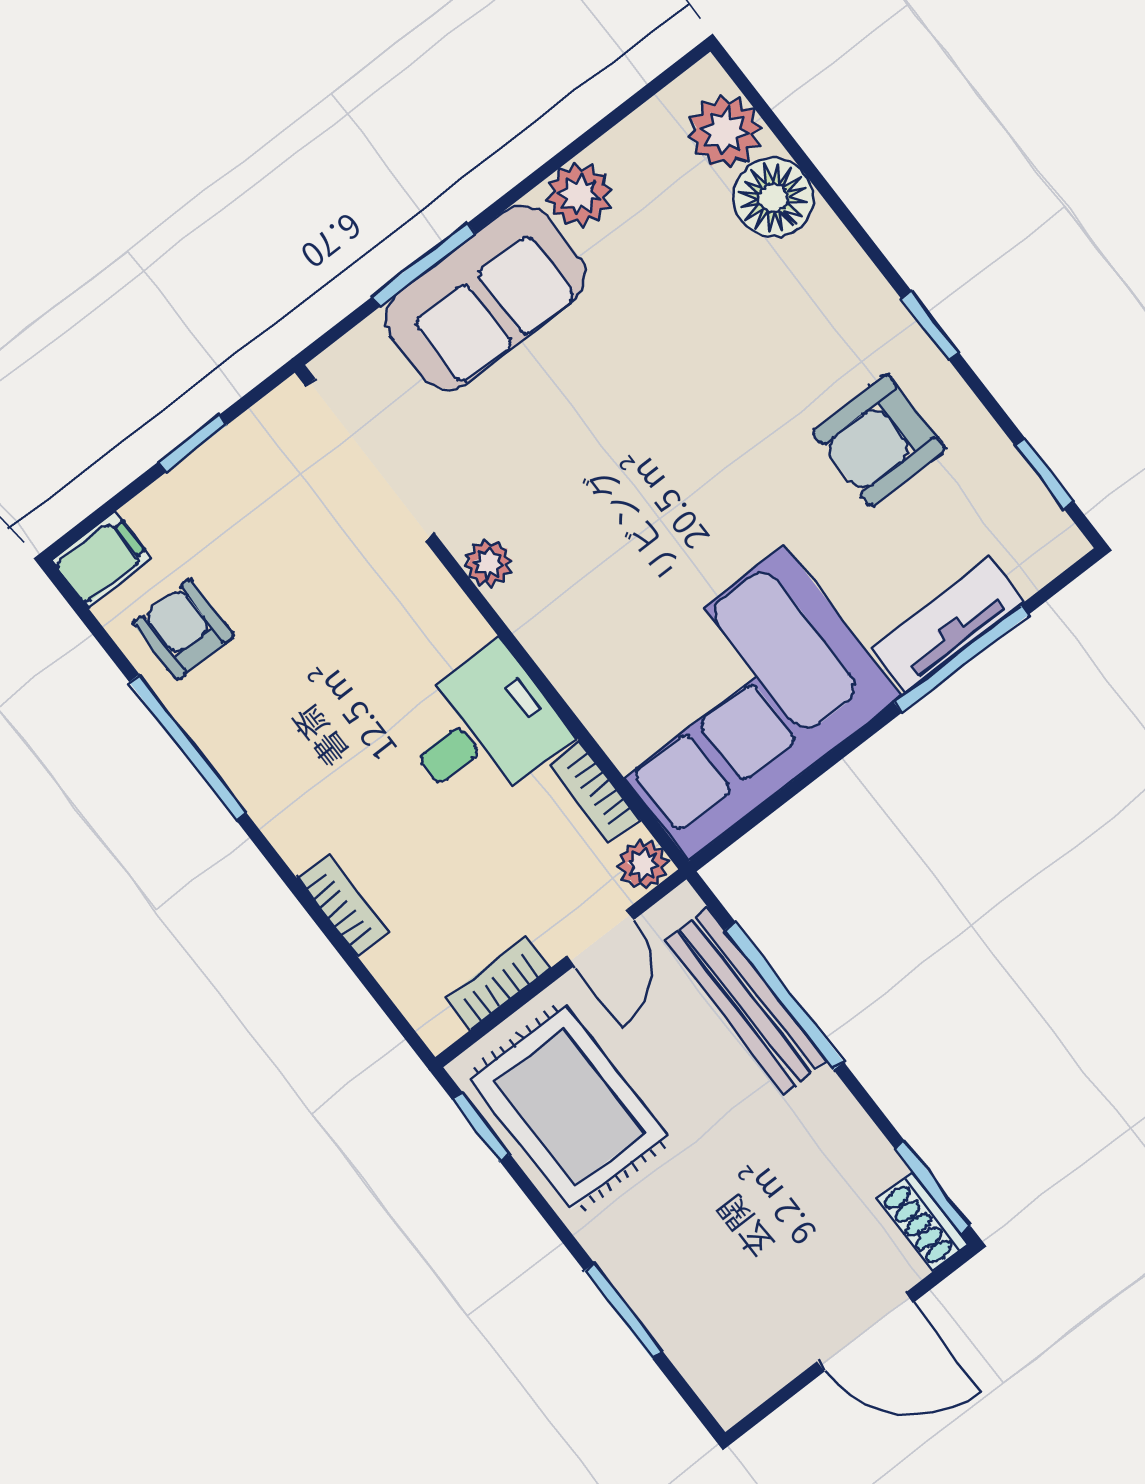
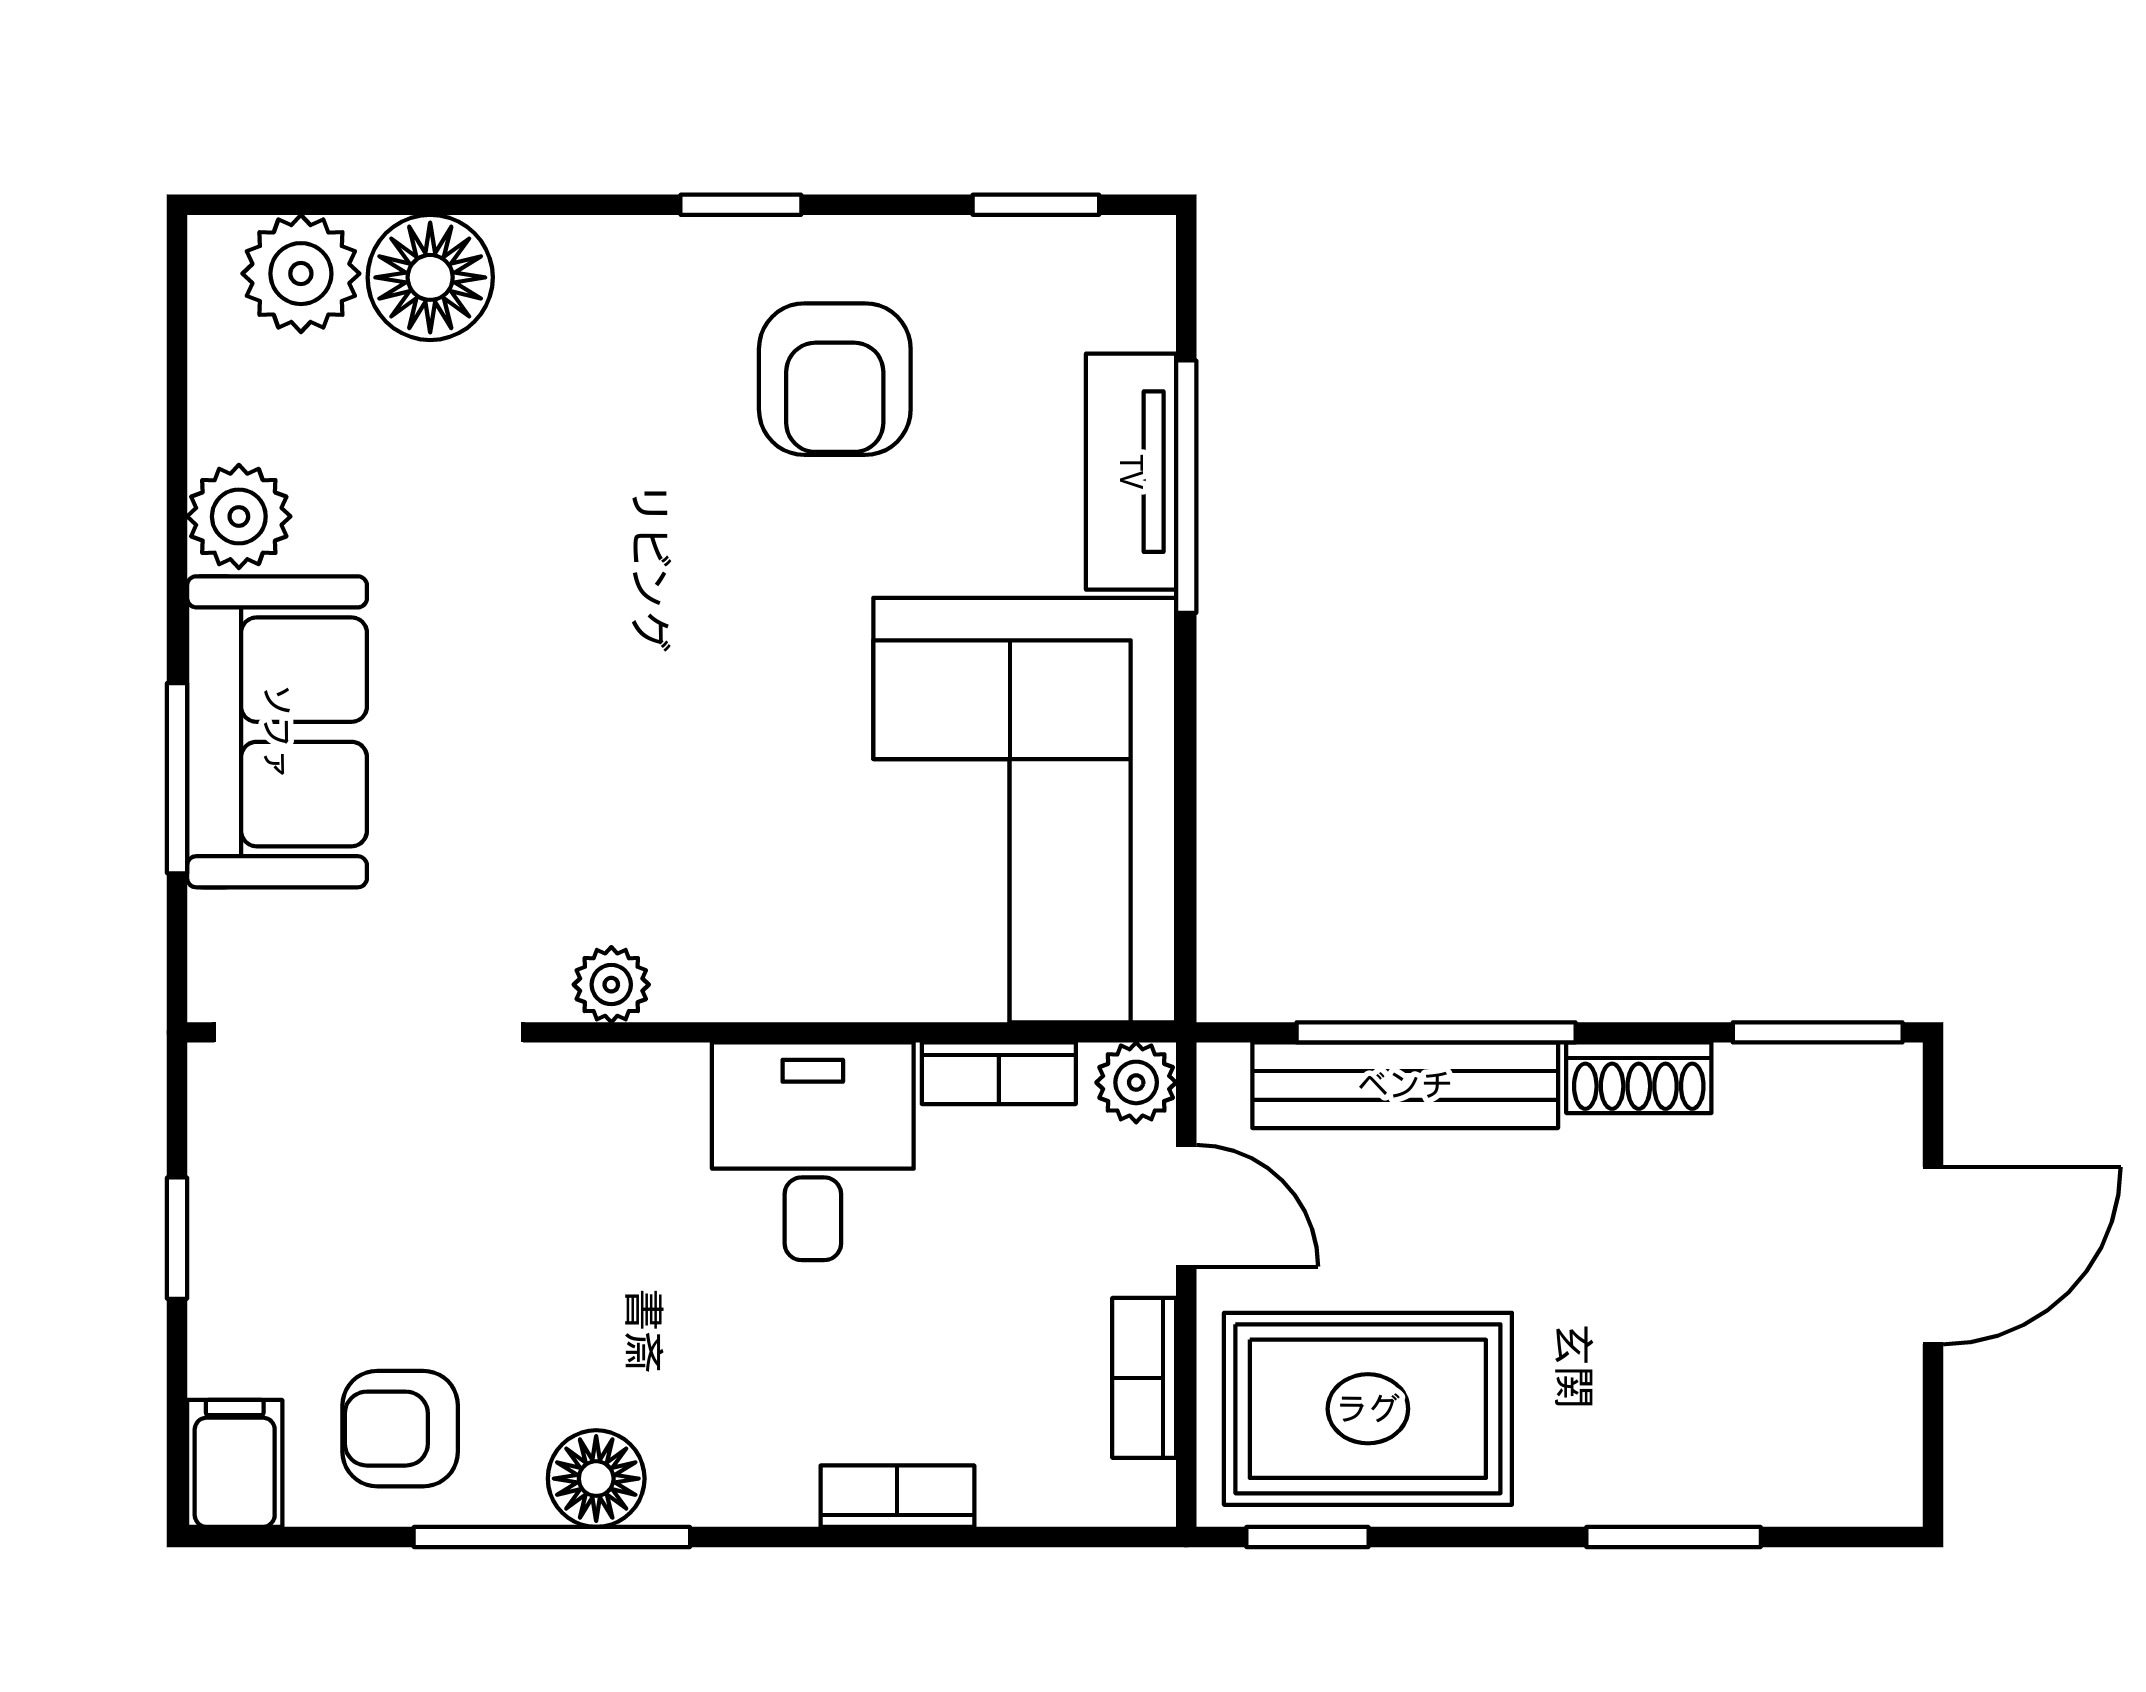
floor lamp: (235, 747) -> (596, 1479), added
shoe rack: (922, 1221) -> (1639, 1078), moved

